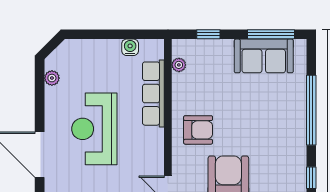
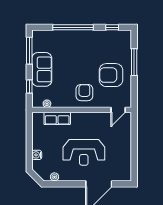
water cooler: (130, 47) -> (37, 155), moved
sofa: (264, 56) -> (42, 69), moved
row of seats: (153, 94) -> (57, 118), width x0.68

